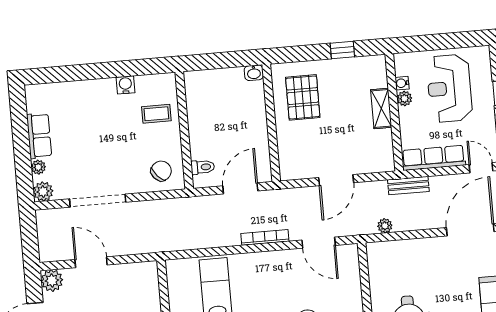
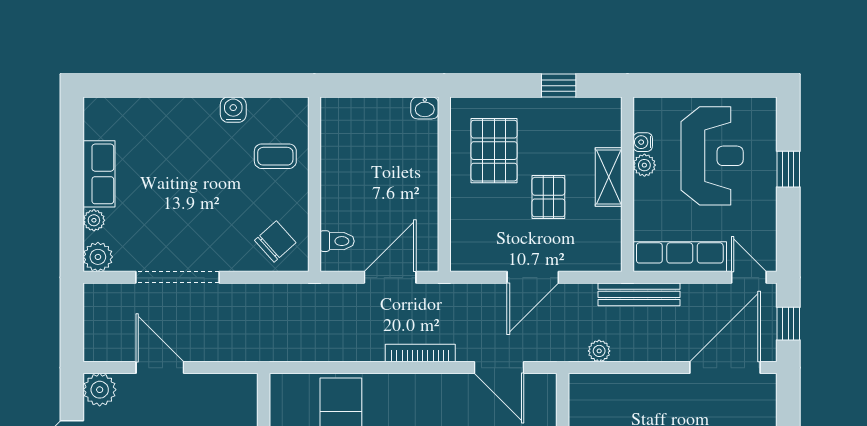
reception desk: (449, 88) -> (712, 156), turned 180
pallet: (342, 125) -> (548, 197), added
bench: (408, 186) -> (639, 294), width x1.36

